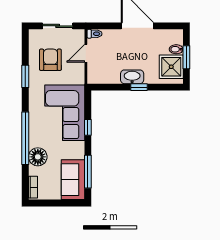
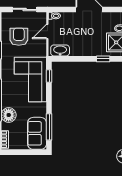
washbasin: (132, 77) -> (60, 50), moved
window: (139, 87) -> (103, 59), moved
window: (88, 127) -> (49, 76), moved

